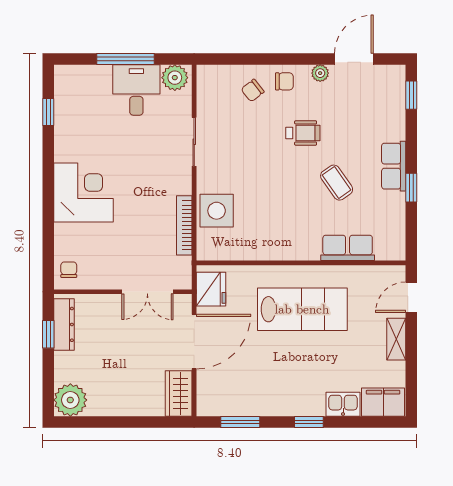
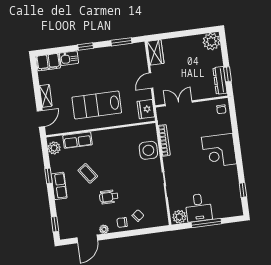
plant: (394, 239) -> (54, 148), added
door: (194, 342) -> (151, 81), width x0.53

